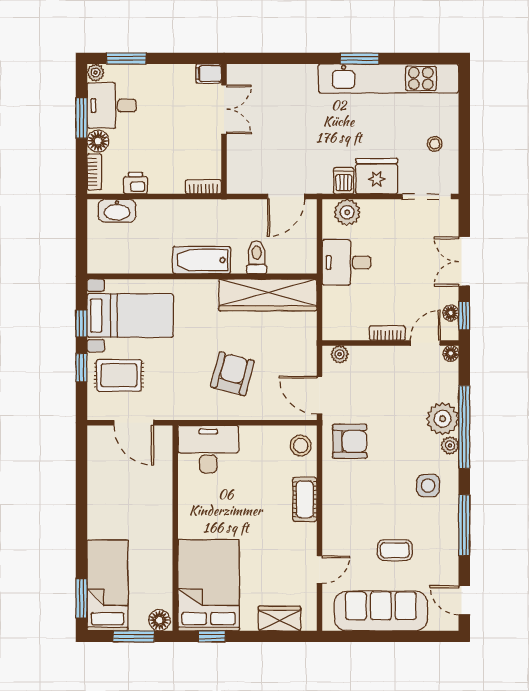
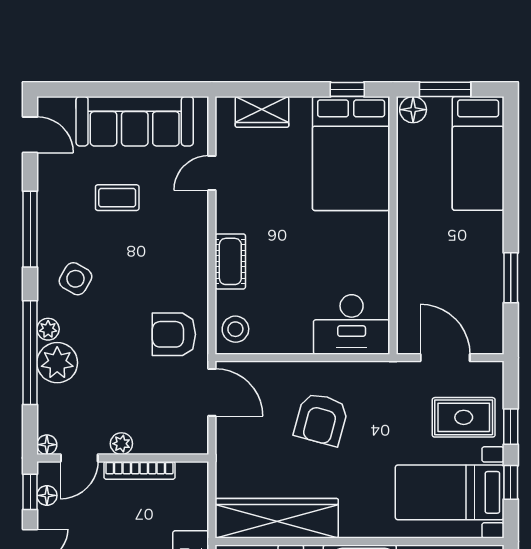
bookcase: (387, 333) -> (139, 470), width x1.56
plant: (340, 354) -> (121, 444), moved
side table: (428, 486) -> (75, 279), turned 30
window: (81, 598) -> (511, 278), moved

